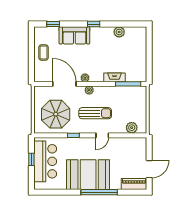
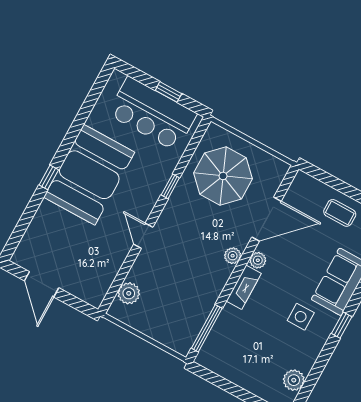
plant: (119, 32) -> (294, 380), moved
side table: (100, 45) -> (301, 317), added
fireplace: (114, 77) -> (244, 287), moved
sun lounger: (95, 113) -> (188, 244), removed
piano: (134, 184) -> (30, 245), removed
window: (99, 192) -> (49, 177), width x0.32

